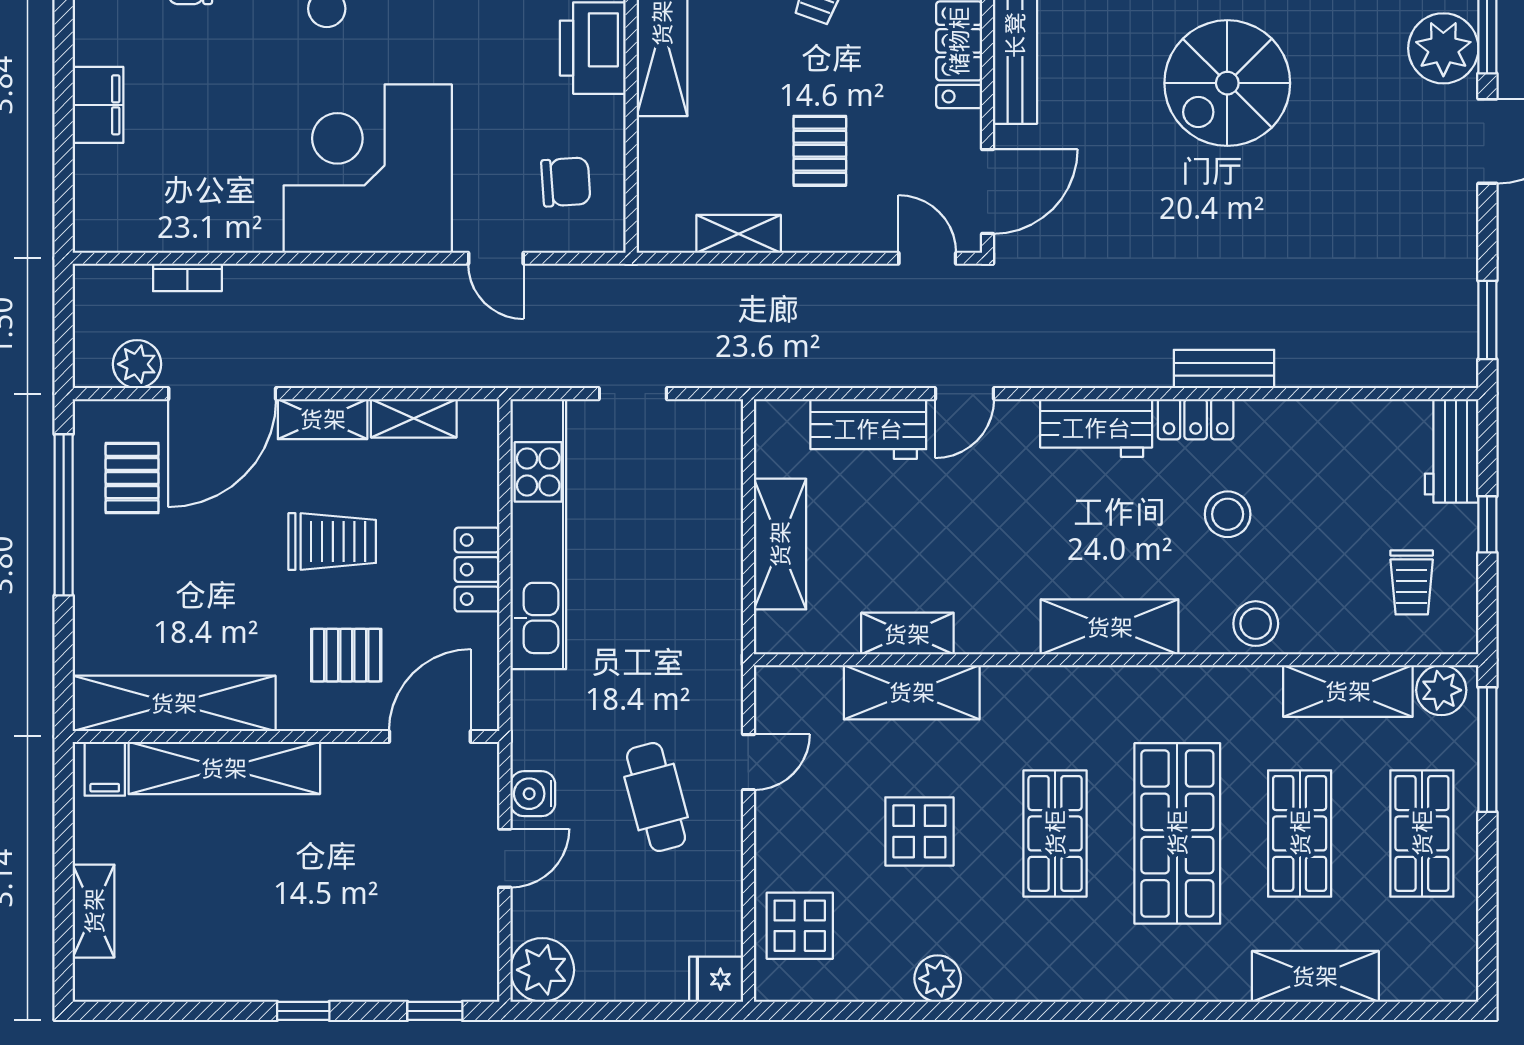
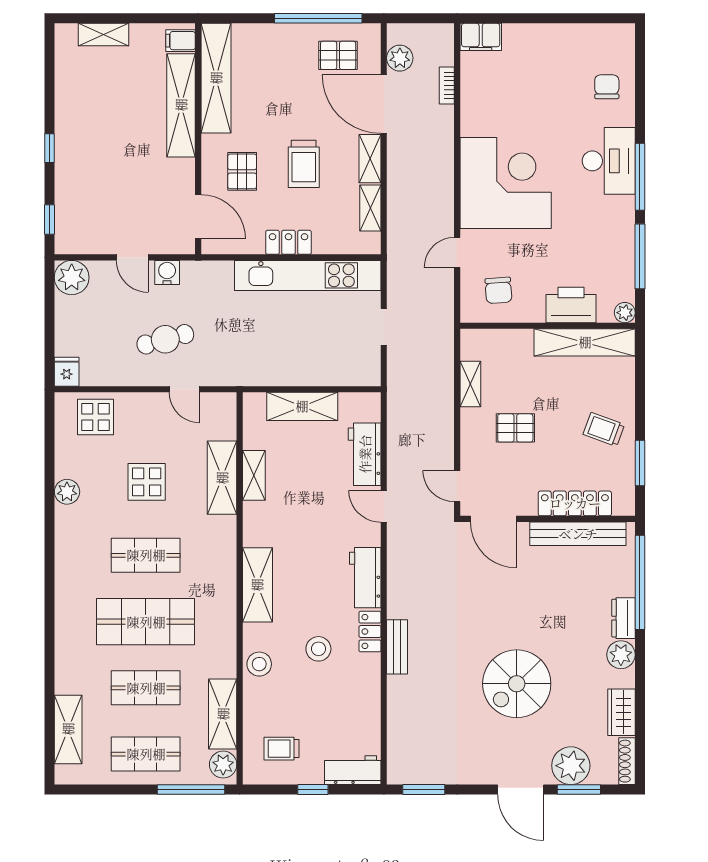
spiral stairs: (1227, 83) -> (517, 684), moved, turned -90
filing cabinet: (98, 105) -> (481, 37), moved
door: (927, 258) -> (457, 486), swing flipped
shelving: (1315, 976) -> (68, 729), moved

